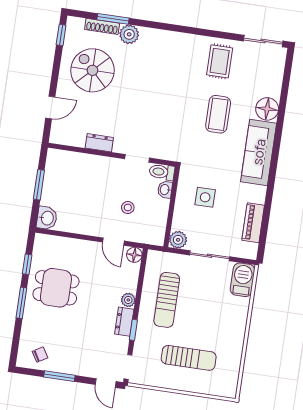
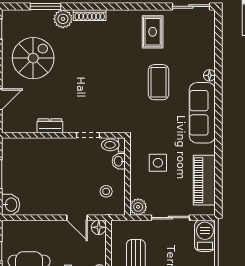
shoe rack: (102, 26) -> (90, 15), moved
spiral stairs: (92, 70) -> (33, 58), turned 90
floor lamp: (267, 109) -> (209, 75), width x0.53, depth x0.53
stool: (128, 208) -> (106, 191), moved
piano: (253, 223) -> (204, 180), width x1.37, depth x1.33

